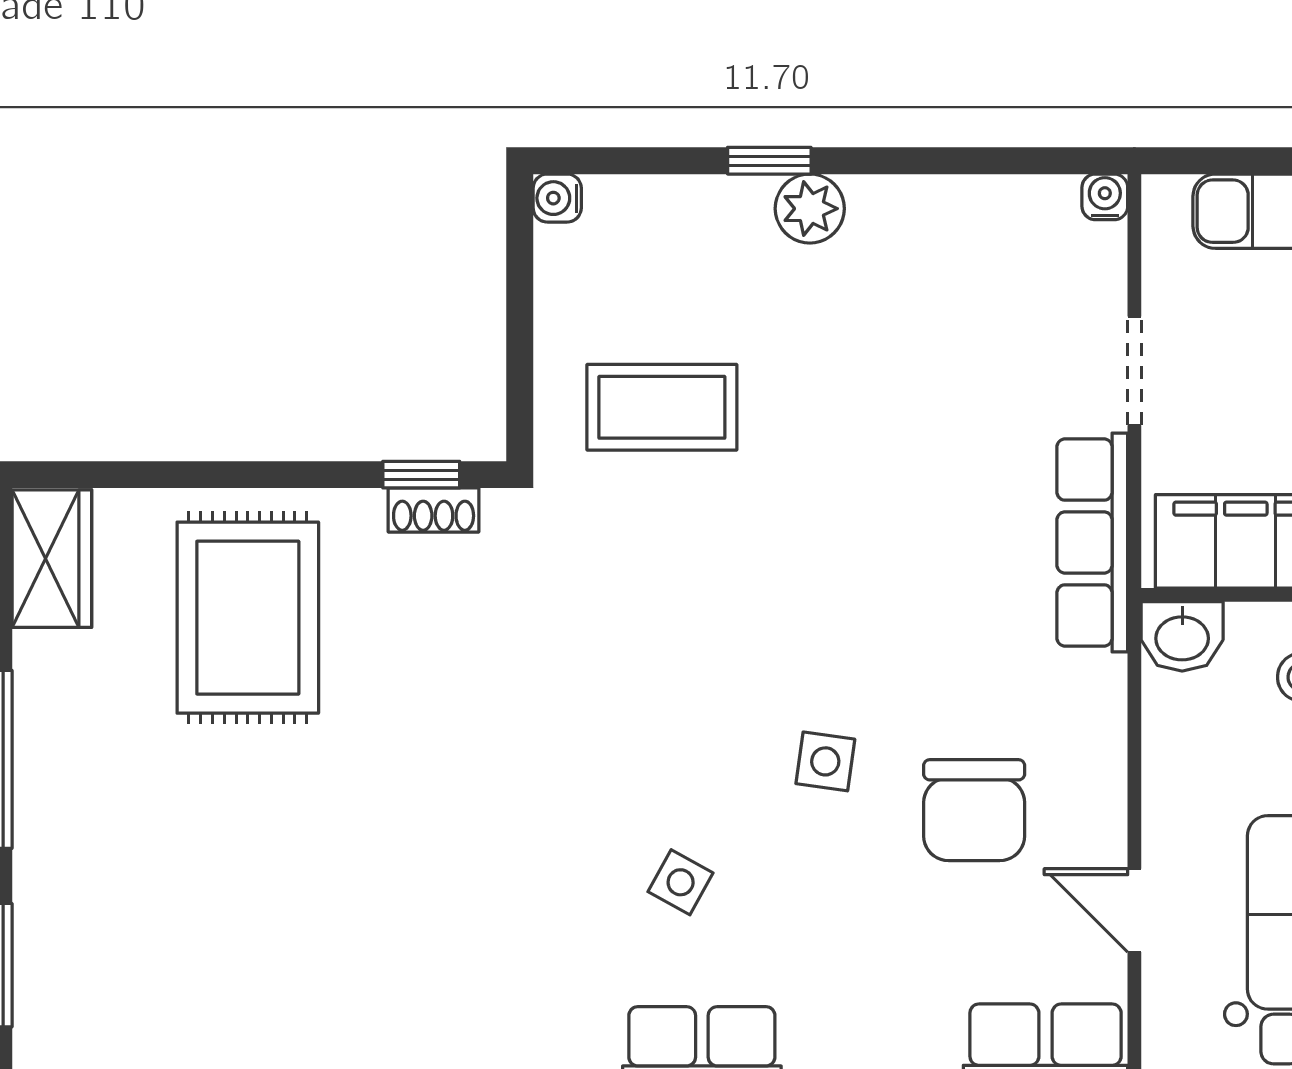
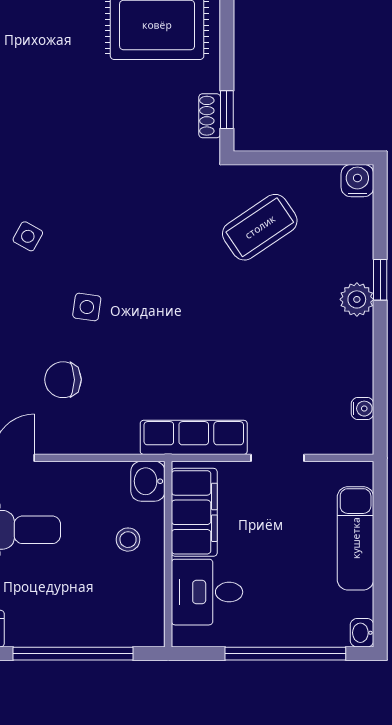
water cooler: (1105, 197) -> (362, 409), moved
water cooler: (557, 198) -> (357, 181), width x1.38, depth x1.38
coffee table: (662, 407) -> (260, 227), turned 56
chair: (974, 810) -> (63, 380), width x0.73, depth x0.73

